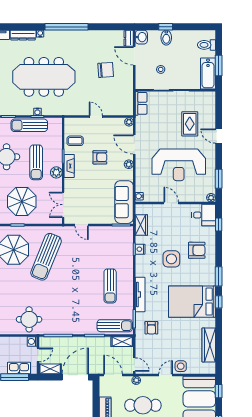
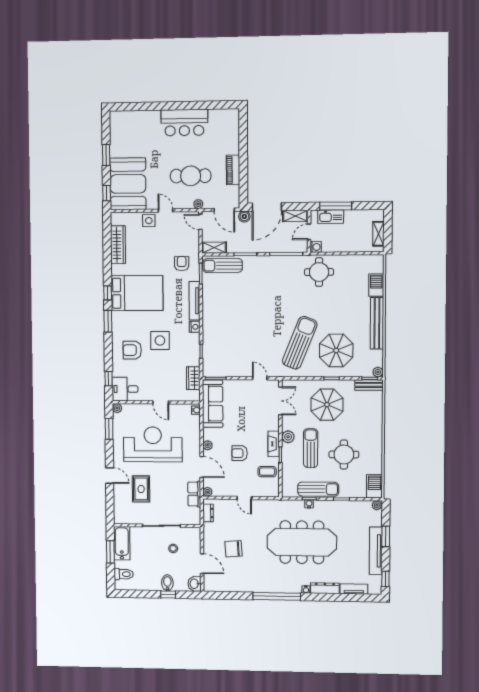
dresser: (129, 38) -> (208, 513), moved
row of seats: (141, 103) -> (194, 494), moved
nightstand: (140, 249) -> (195, 327), moved
sun lounger: (110, 286) -> (228, 310), removed
boiler: (95, 369) -> (244, 216), added
door: (166, 375) -> (165, 210), swing flipped

